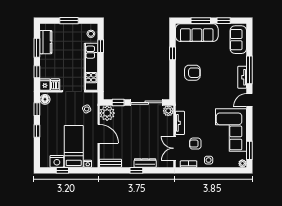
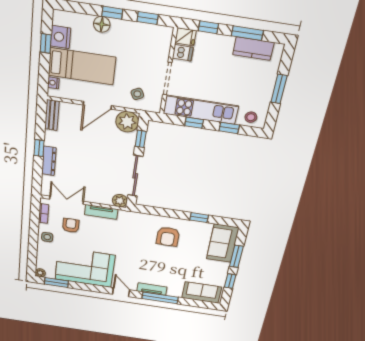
sofa: (197, 33) -> (223, 243), width x0.73
window: (101, 69) -> (194, 123), added
floor lamp: (45, 99) -> (102, 24), moved

